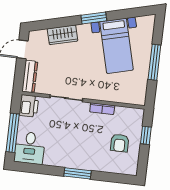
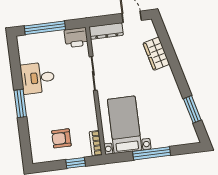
window: (94, 18) -> (192, 109), moved
bed with nightstands: (116, 46) -> (125, 125), moved, turned 104
bookcase: (102, 109) -> (96, 143), moved
desk: (30, 148) -> (38, 78), moved

